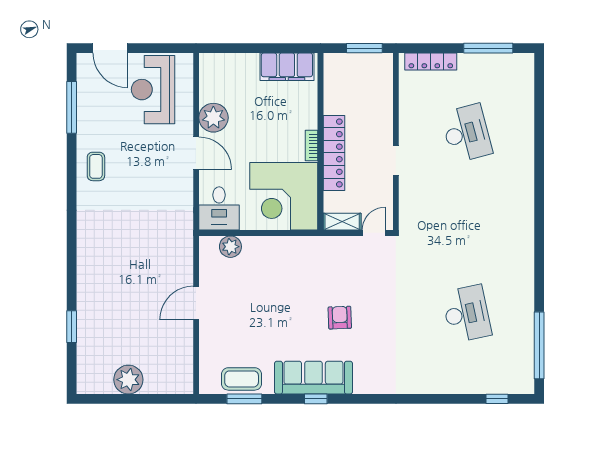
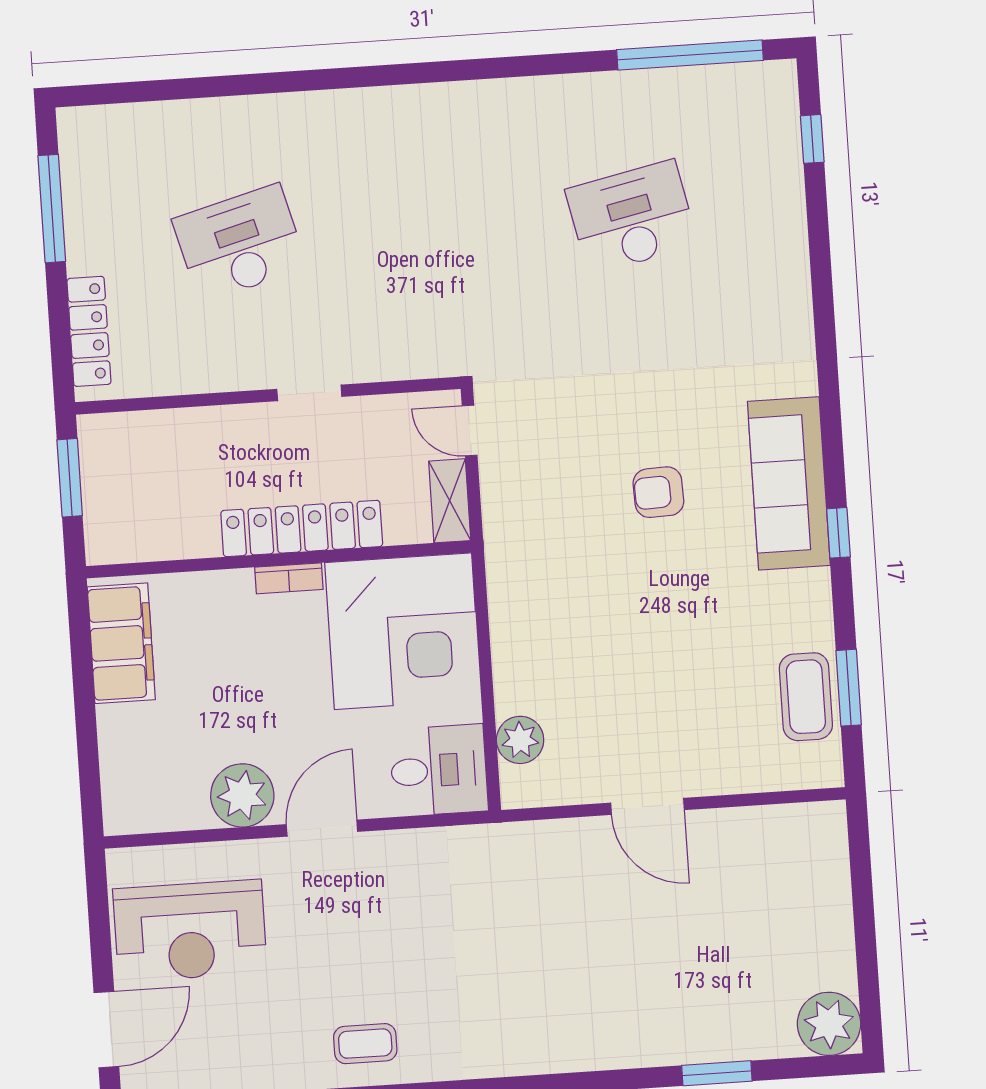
sofa: (313, 378) -> (789, 483), moved
plant: (128, 380) -> (829, 1024), moved

